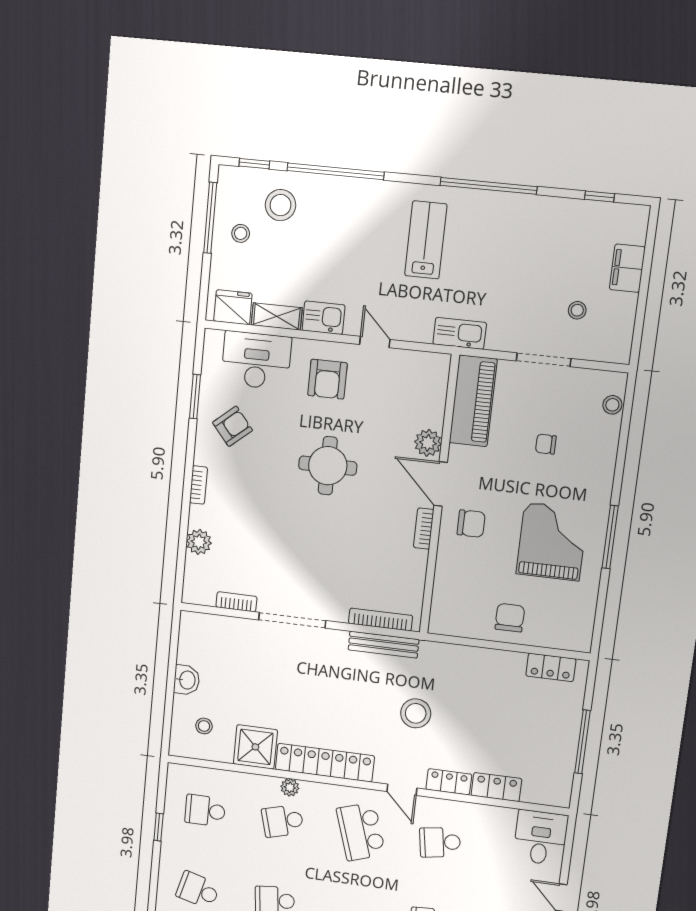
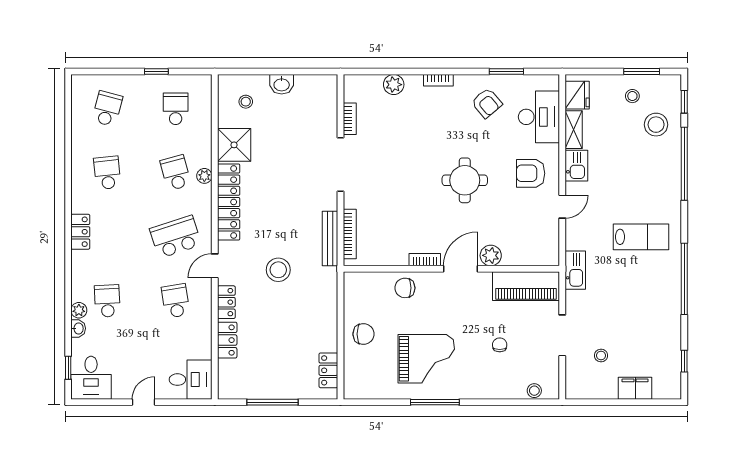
window: (210, 218) -> (642, 72), width x0.69
chair: (471, 524) -> (405, 288), moved, turned 90

